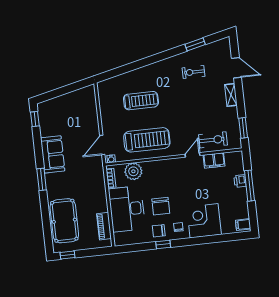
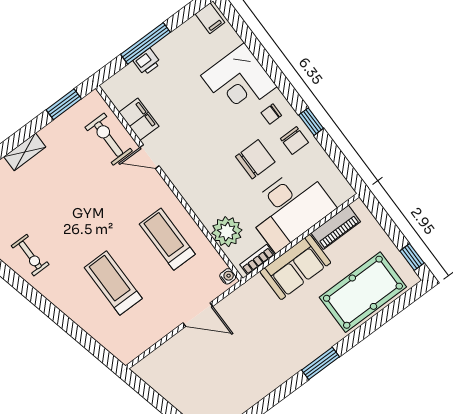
exercise bike: (193, 72) -> (30, 255), moved
treadmill: (147, 140) -> (167, 239), width x0.73, depth x0.73
door: (102, 145) -> (198, 315), moved
sofa: (53, 154) -> (295, 267), moved, turned 180

